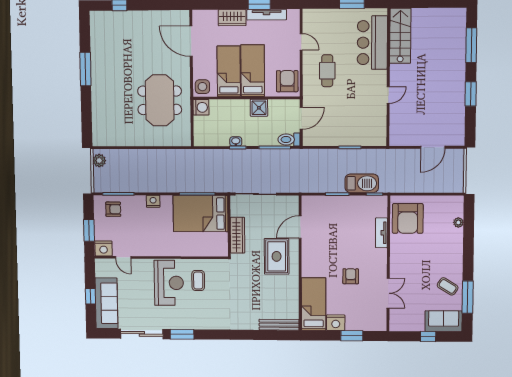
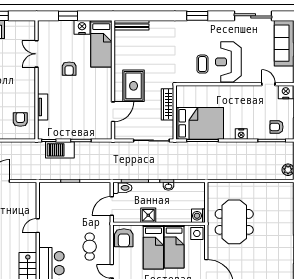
armchair: (408, 218) -> (20, 120), width x0.53, depth x0.53
window: (182, 334) -> (197, 16), moved

